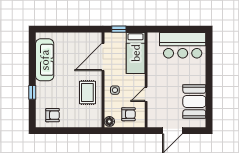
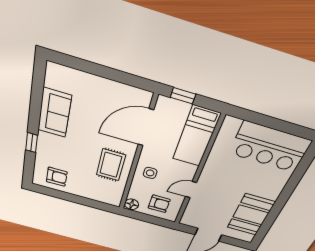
sofa: (45, 60) -> (55, 113), width x0.73

